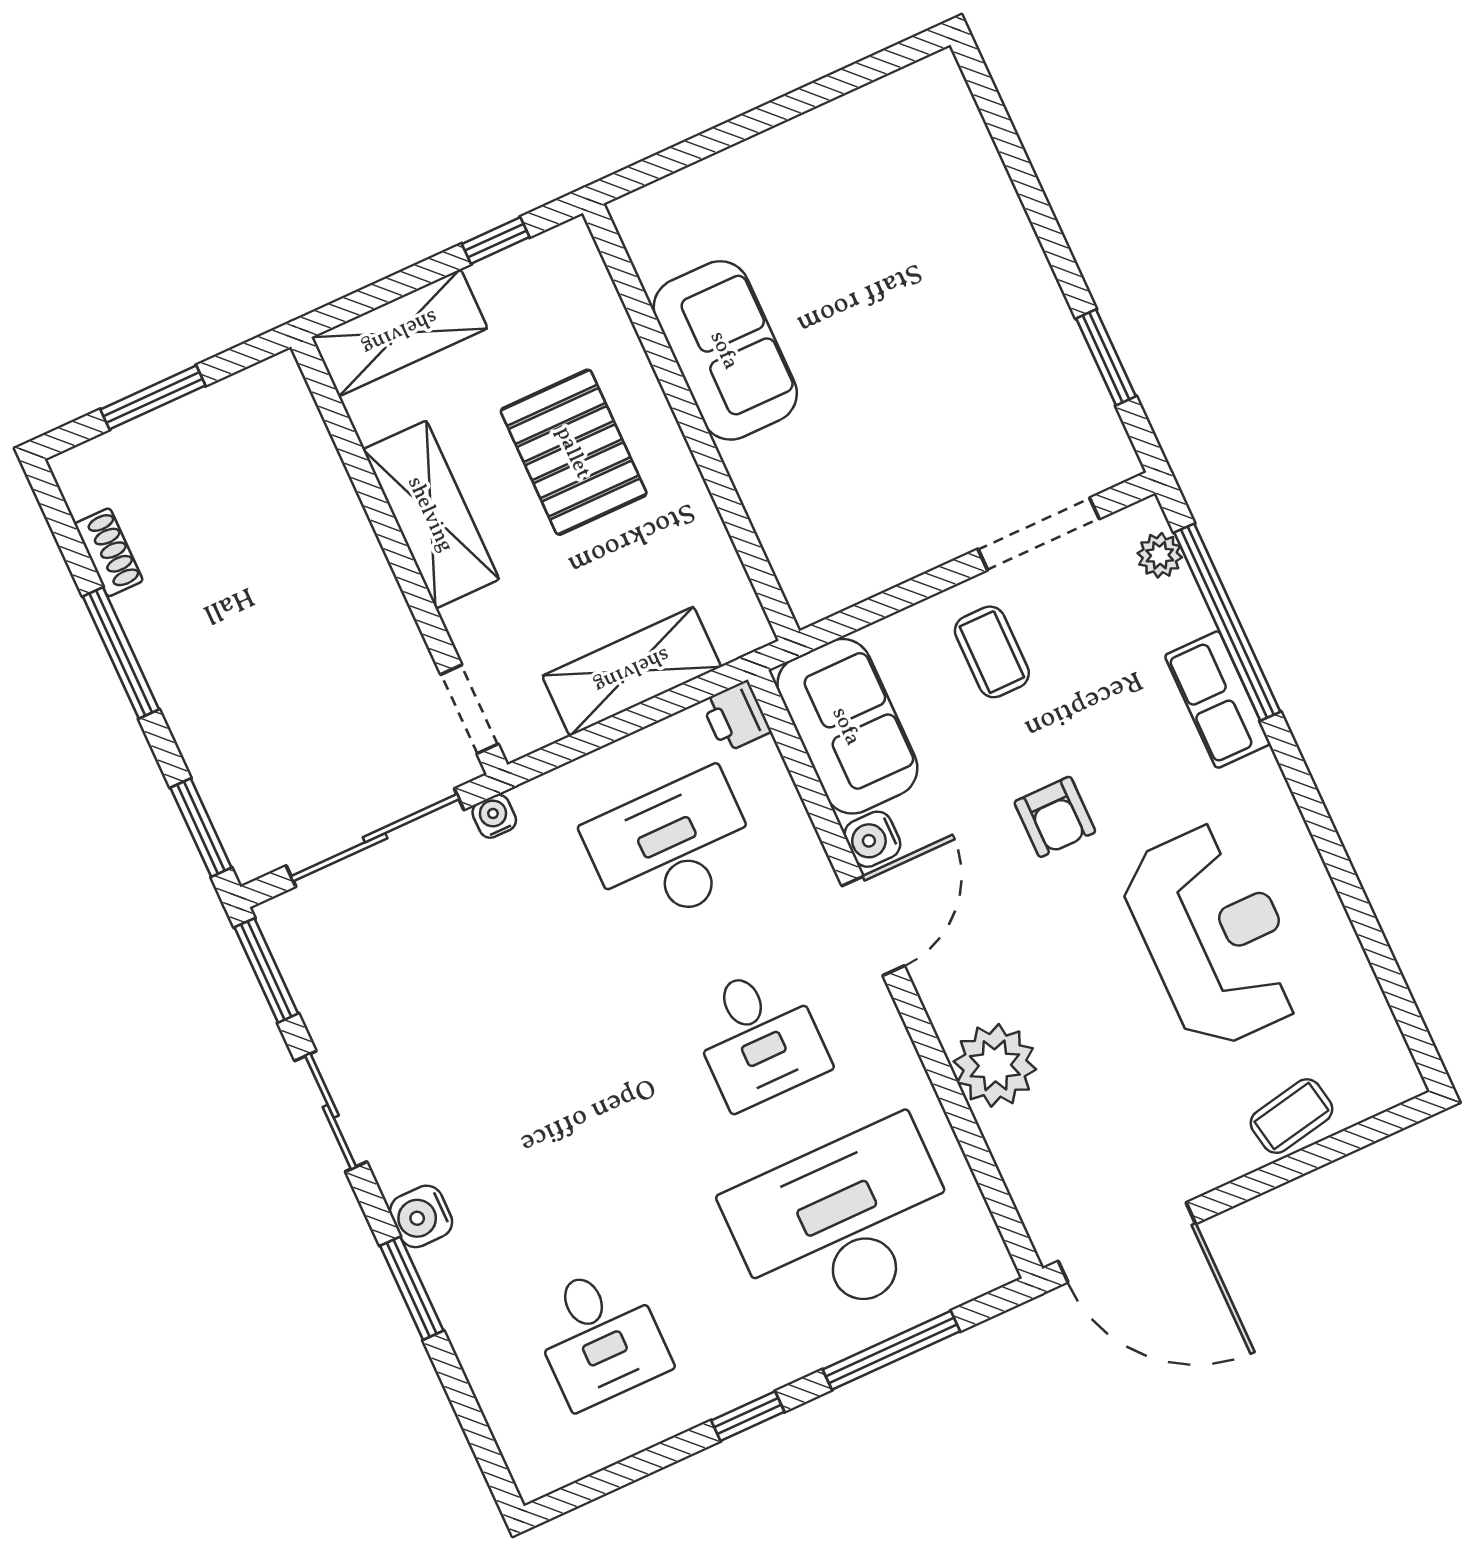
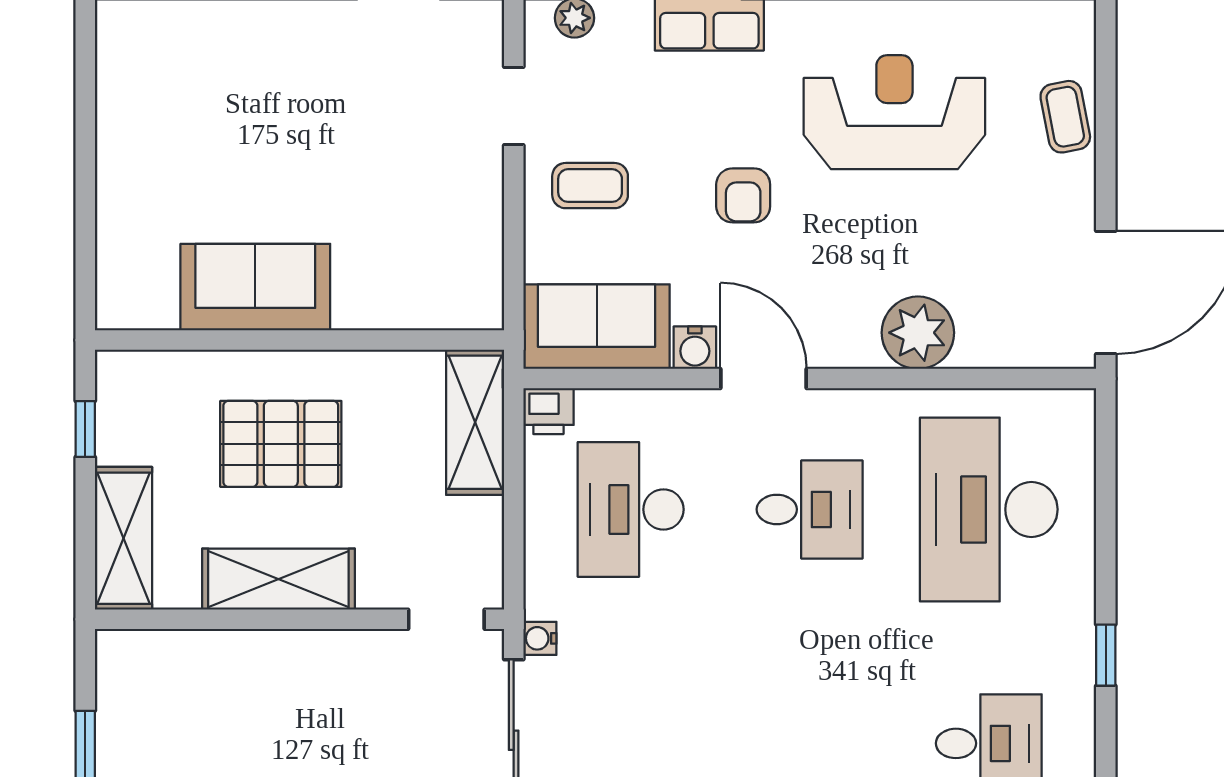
doorway: (1039, 534) -> (514, 106), width x0.73
shelving: (632, 671) -> (475, 422), moved
armchair: (1055, 817) -> (743, 195), turned 90
window: (891, 1350) -> (1106, 518), removed

